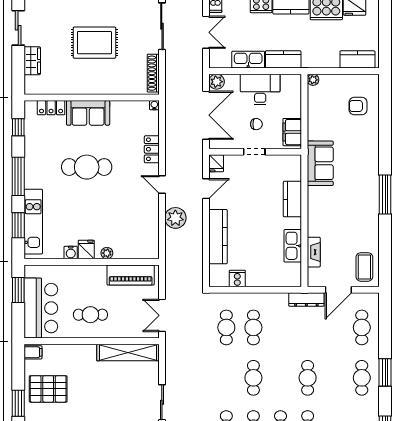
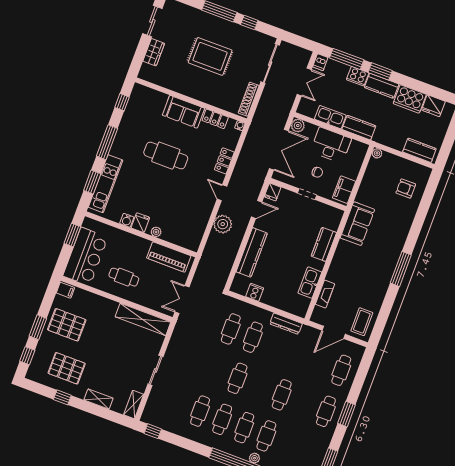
locker: (51, 108) -> (215, 119), moved
dresser: (306, 300) -> (286, 324), moved

